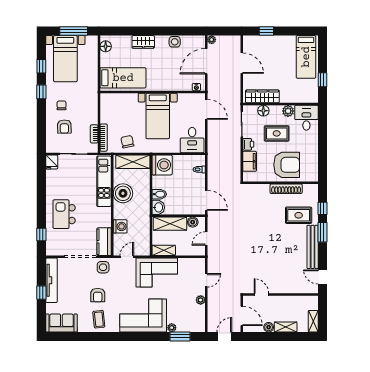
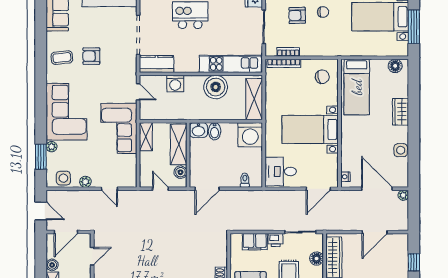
chair: (127, 142) -> (322, 77), moved
side table: (103, 267) -> (63, 178), moved

